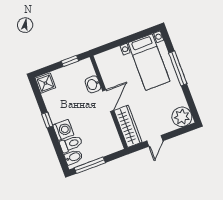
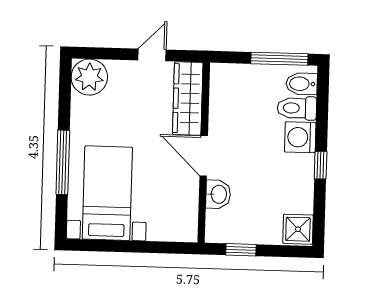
door: (108, 101) -> (204, 156), hinge flipped

